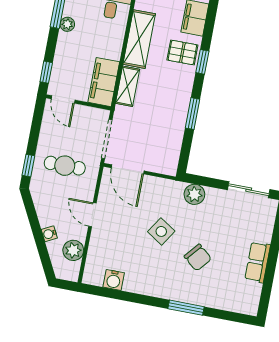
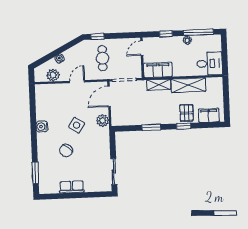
window: (46, 72) -> (166, 34), moved
plant: (194, 194) -> (103, 120), moved
water cooler: (114, 280) -> (42, 127), moved
window: (186, 308) -> (35, 173), moved

